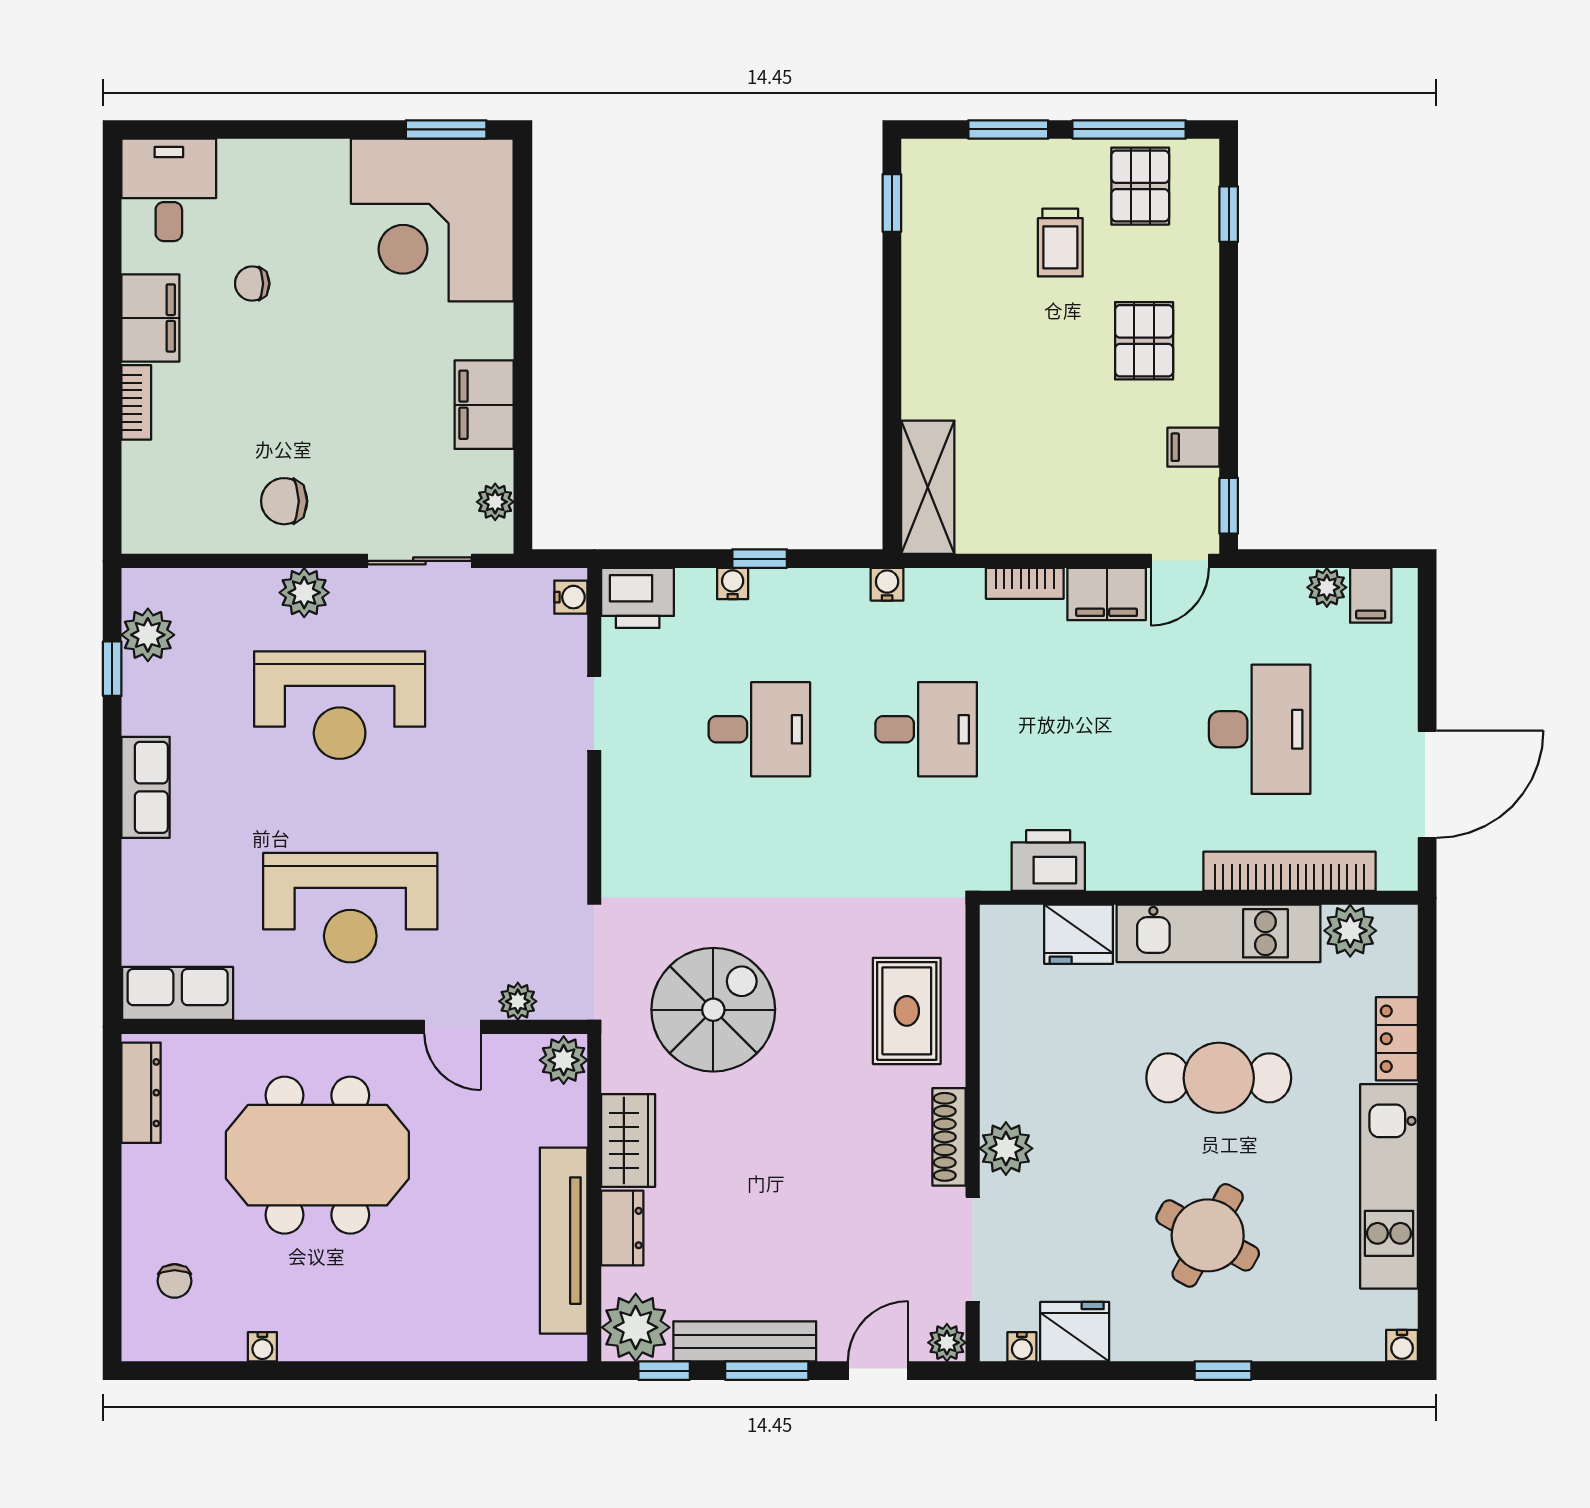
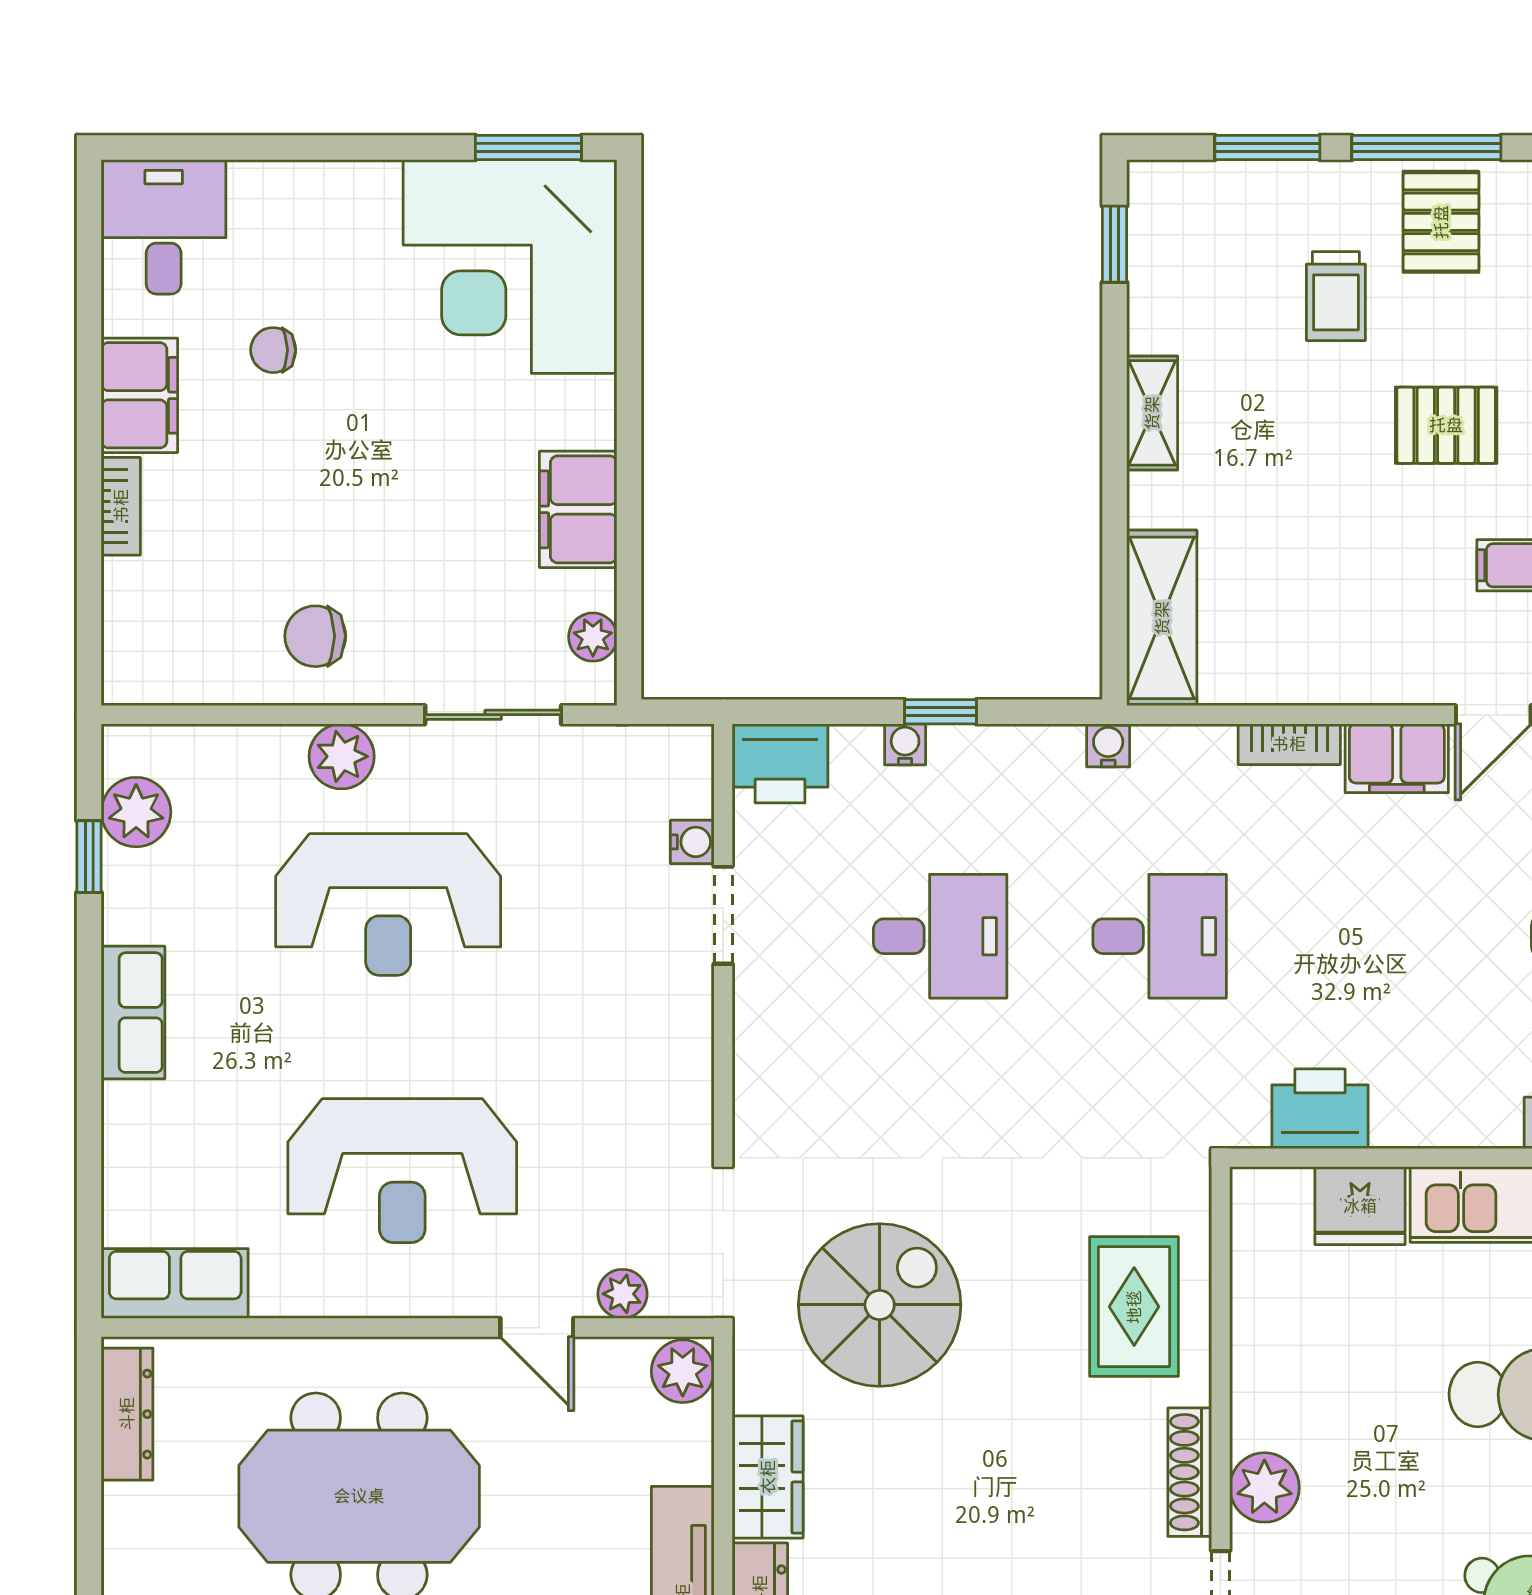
shelving: (921, 331) -> (1152, 413), added
pallet: (1144, 341) -> (1446, 425), turned 90
water cooler: (571, 597) -> (692, 842), moved

